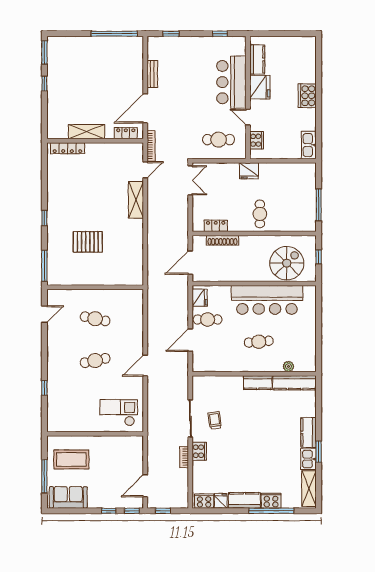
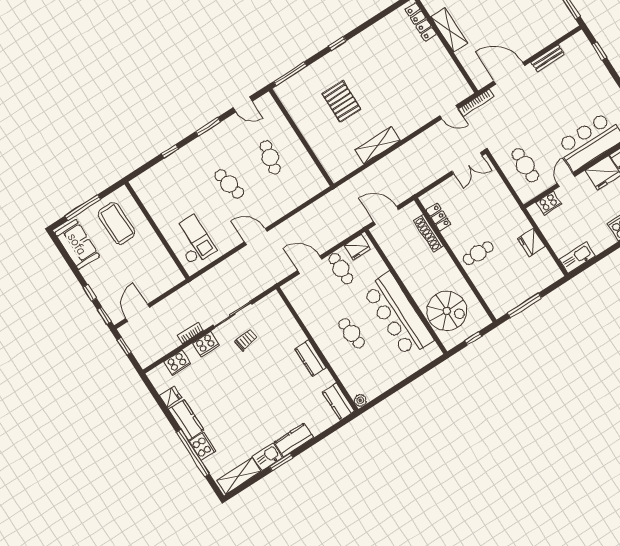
locker: (126, 133) -> (473, 70), removed
fridge: (249, 171) -> (531, 242), moved
shelving: (136, 200) -> (378, 145), moved
window: (44, 349) -> (208, 127), added
plant: (288, 366) -> (360, 400), moved
kitchen counter: (294, 383) -> (338, 402), width x0.67
door: (145, 486) -> (138, 313), hinge flipped
cooker: (204, 501) -> (177, 363), moved, turned 90

